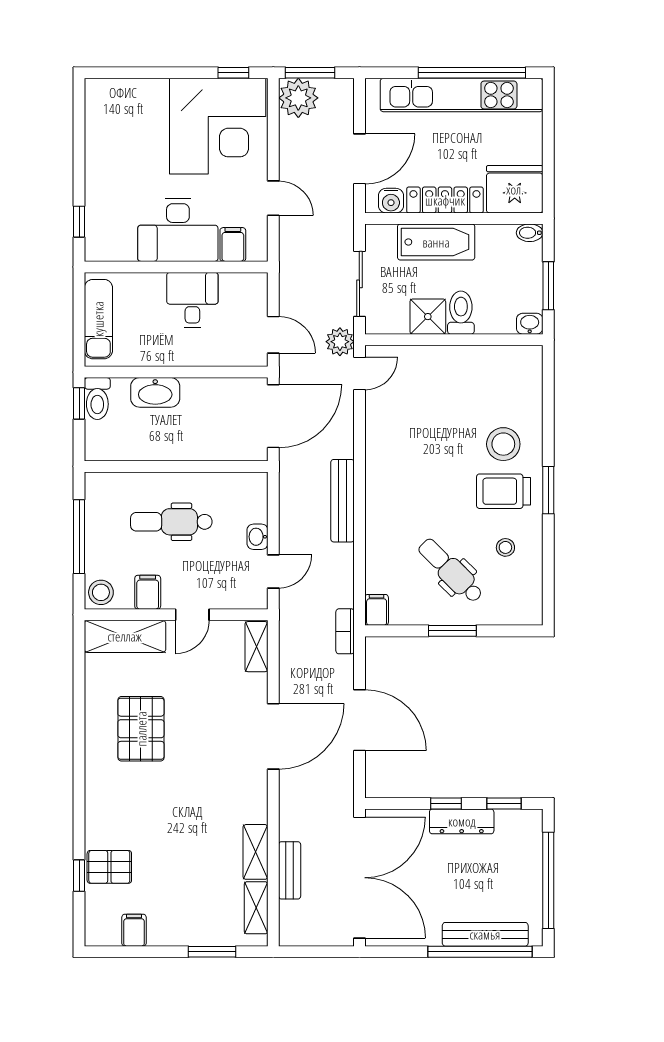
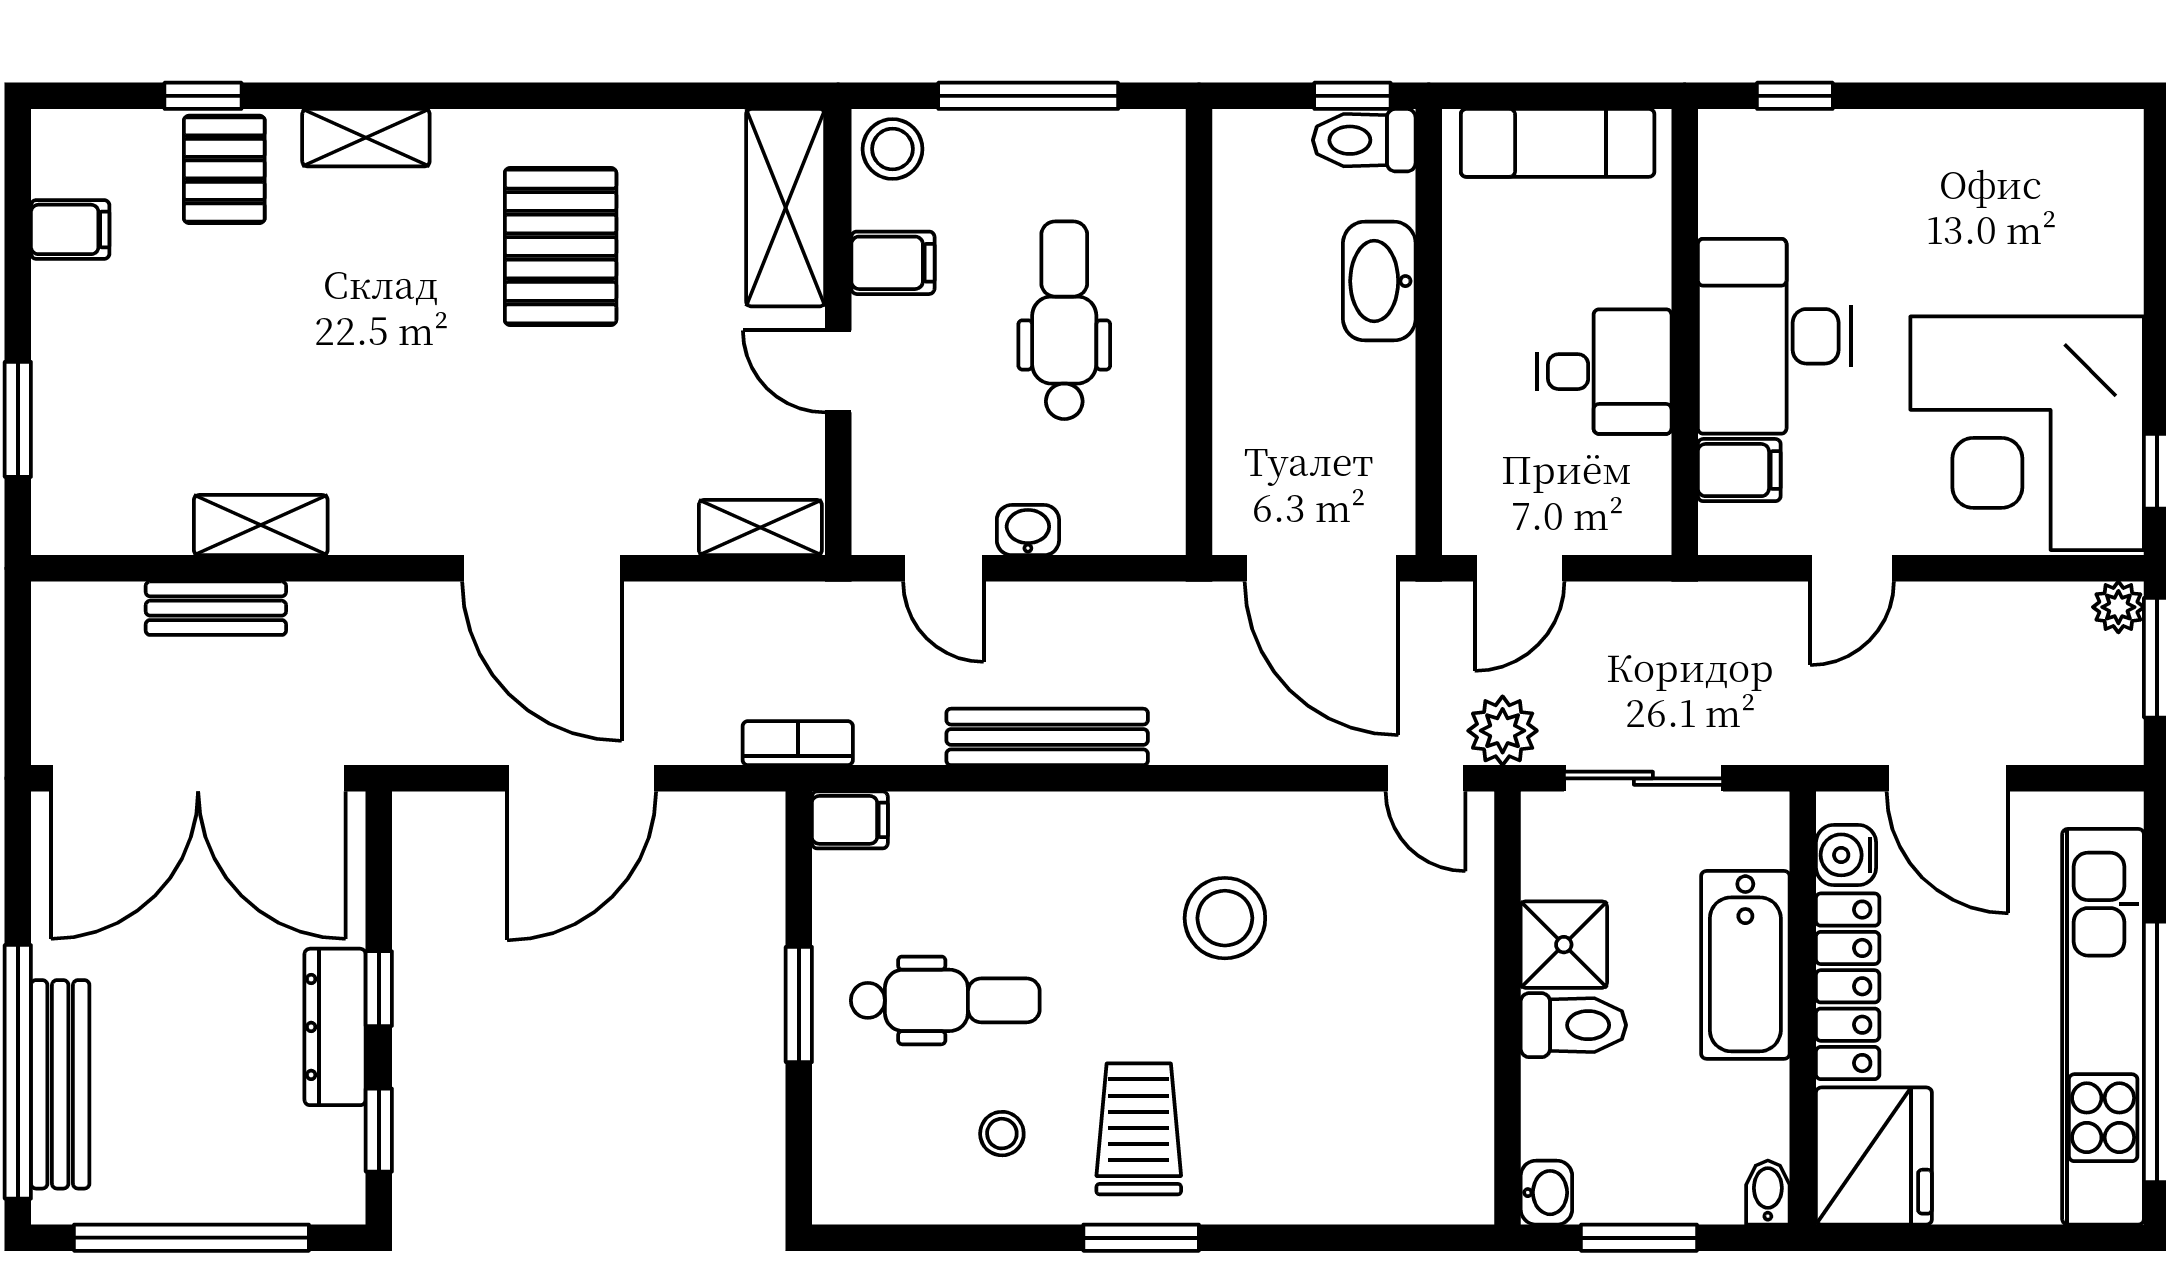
plant: (298, 98) -> (2118, 607), width x0.53, depth x0.53
stool: (503, 444) -> (1225, 918), moved
bench: (342, 501) -> (1047, 737), moved
dental chair: (451, 571) -> (945, 1000), turned 45
pallet: (141, 729) -> (561, 246), turned 90
shelving: (256, 908) -> (366, 138), moved

